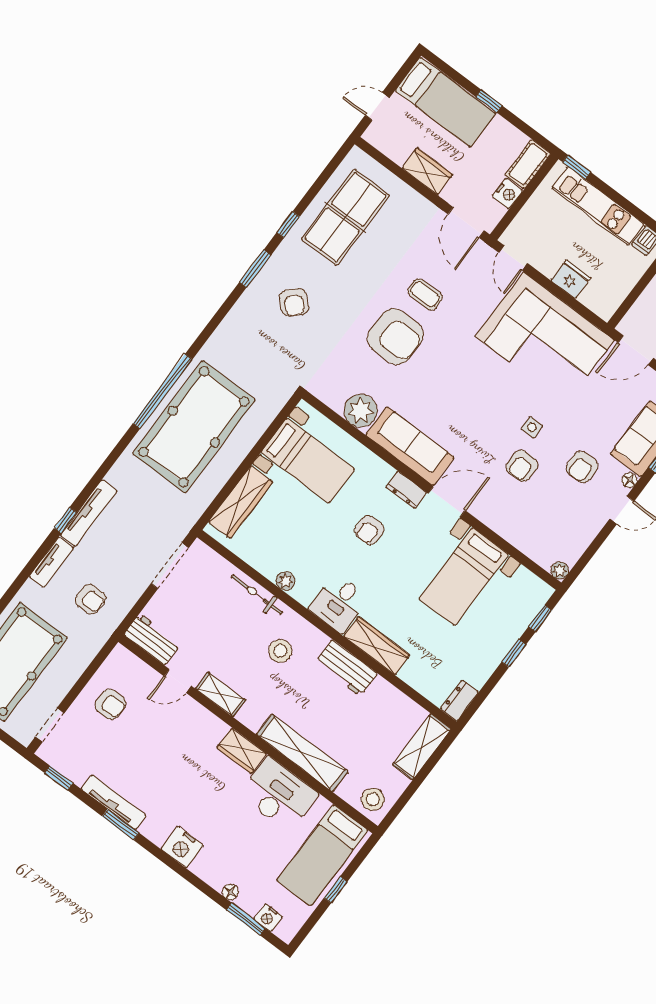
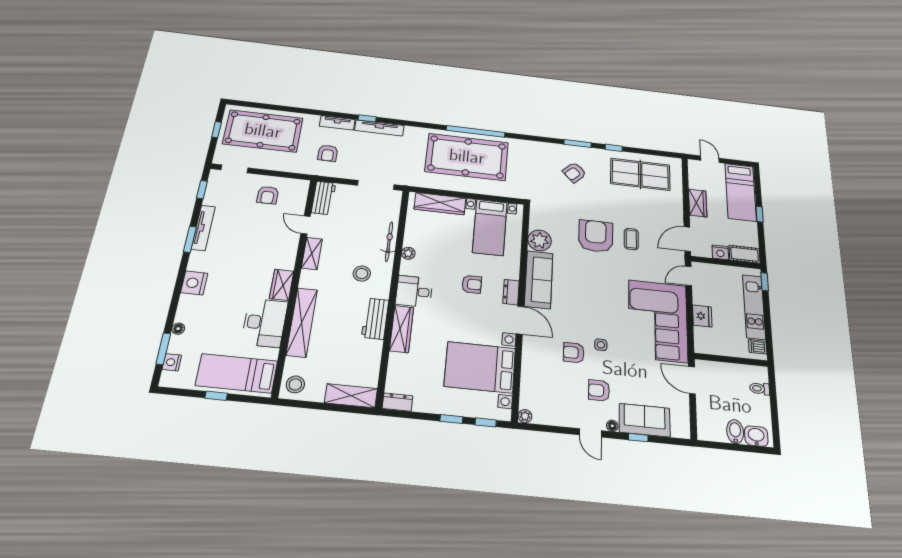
armchair: (395, 337) -> (596, 236), turned 180
armchair: (369, 530) -> (472, 284), turned 180
bed with nightstands: (464, 577) -> (480, 367), width x1.36

